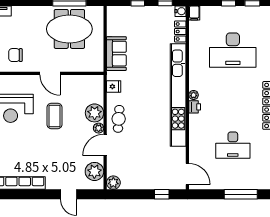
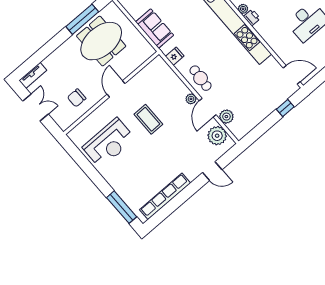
door: (50, 73) -> (116, 89), swing flipped
plant: (95, 113) -> (178, 90), removed
plant: (113, 183) -> (226, 117), moved

